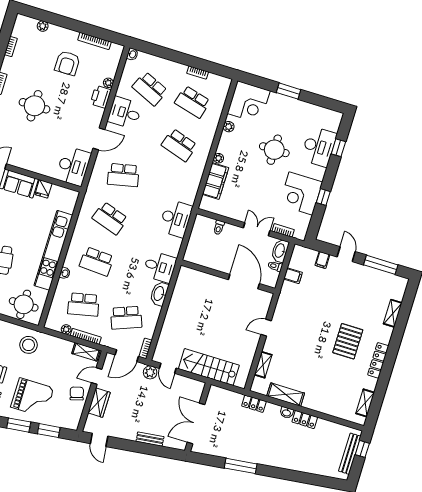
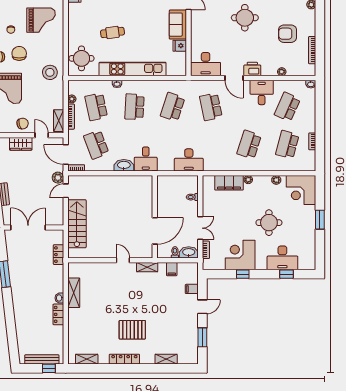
printer: (101, 97) -> (252, 69), moved
window: (381, 265) -> (202, 337), width x0.69
shelving: (263, 365) -> (147, 267), moved
locker: (254, 404) -> (58, 255), moved

